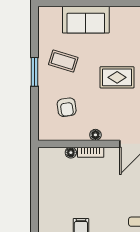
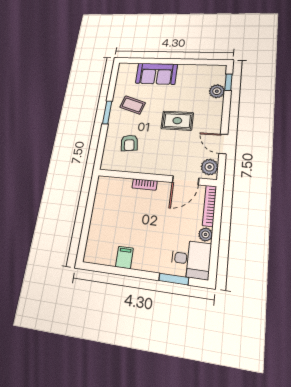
floor lamp: (95, 135) -> (151, 169), removed
floor lamp: (71, 153) -> (127, 183), removed

